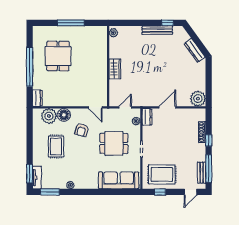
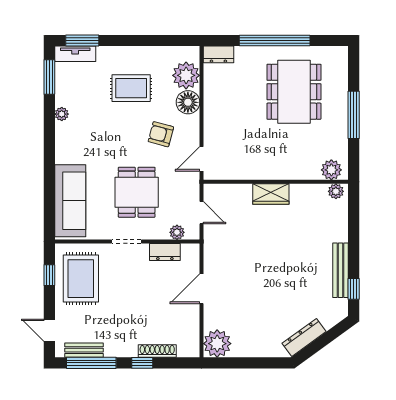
plant: (101, 35) -> (331, 170), added
dining table: (58, 56) -> (294, 92), width x1.38
door: (167, 107) -> (201, 289), swing flipped
dresser: (147, 117) -> (165, 252), moved

